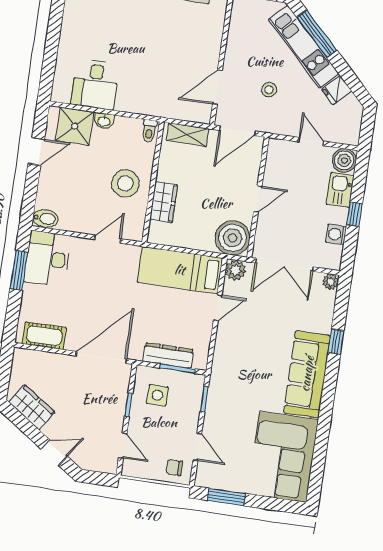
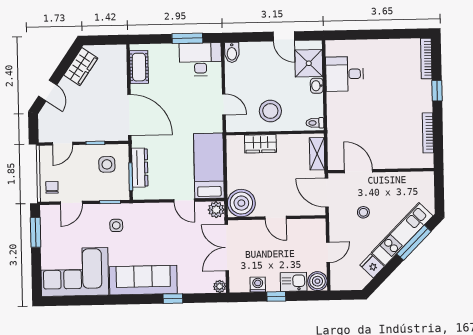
side table: (234, 396) -> (116, 225), added

